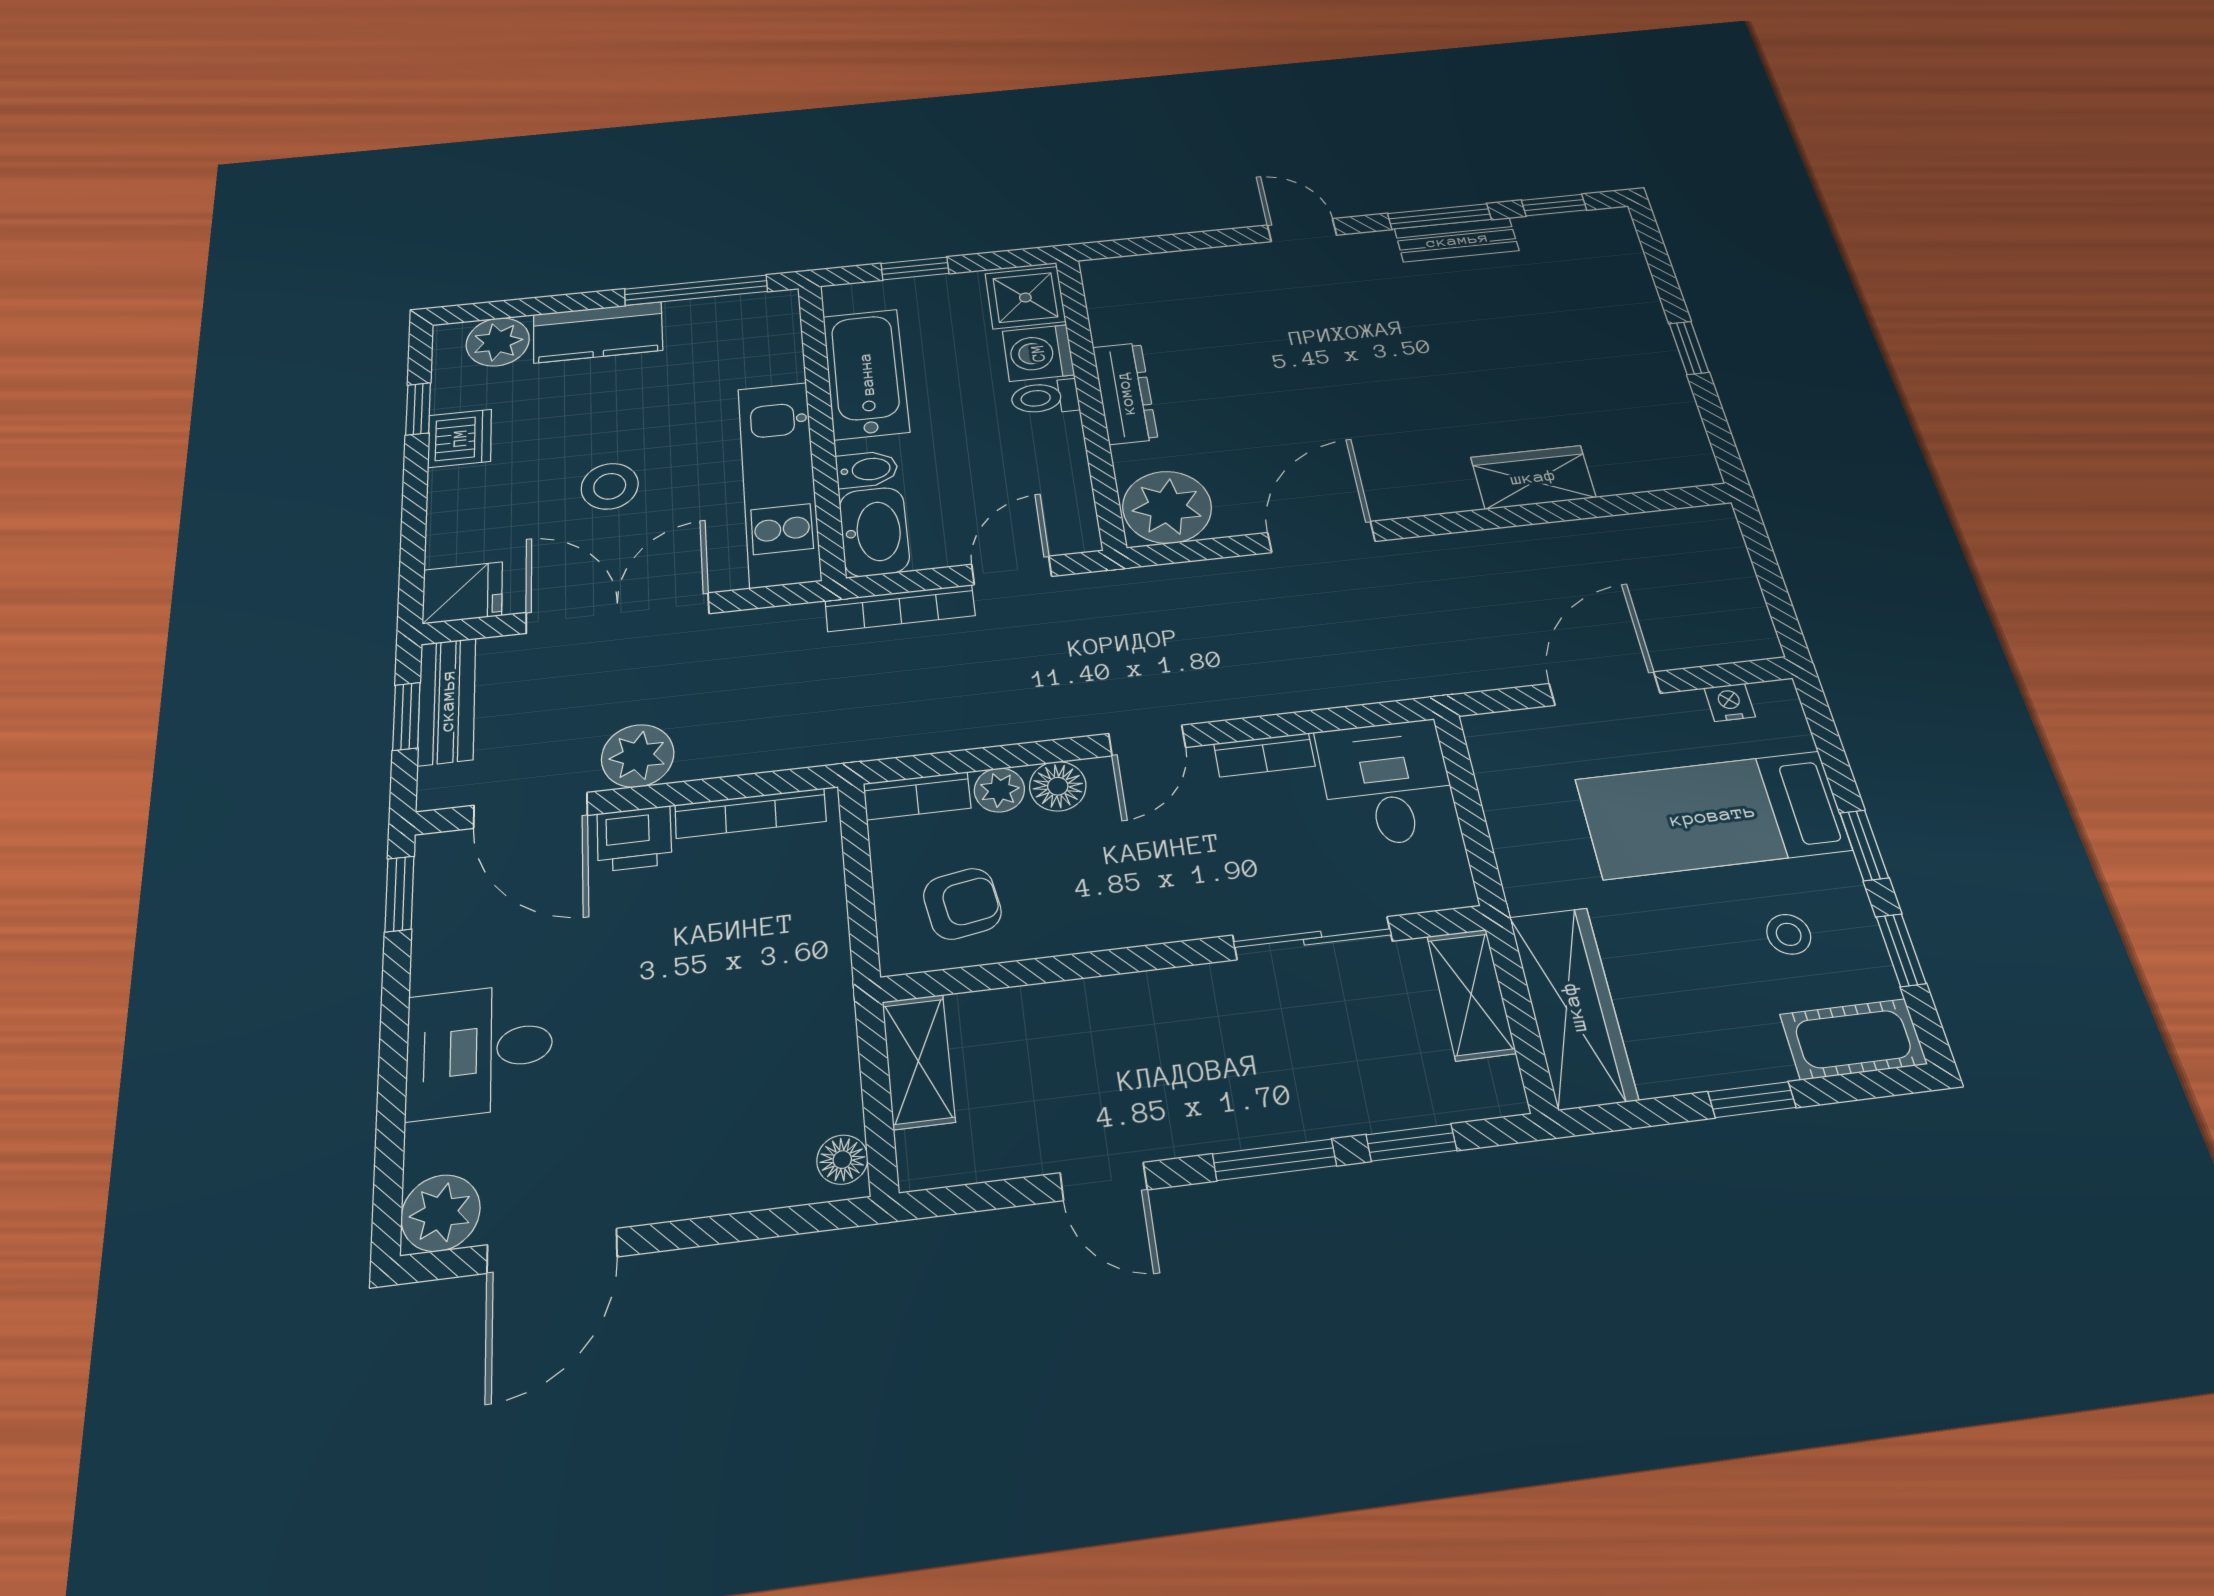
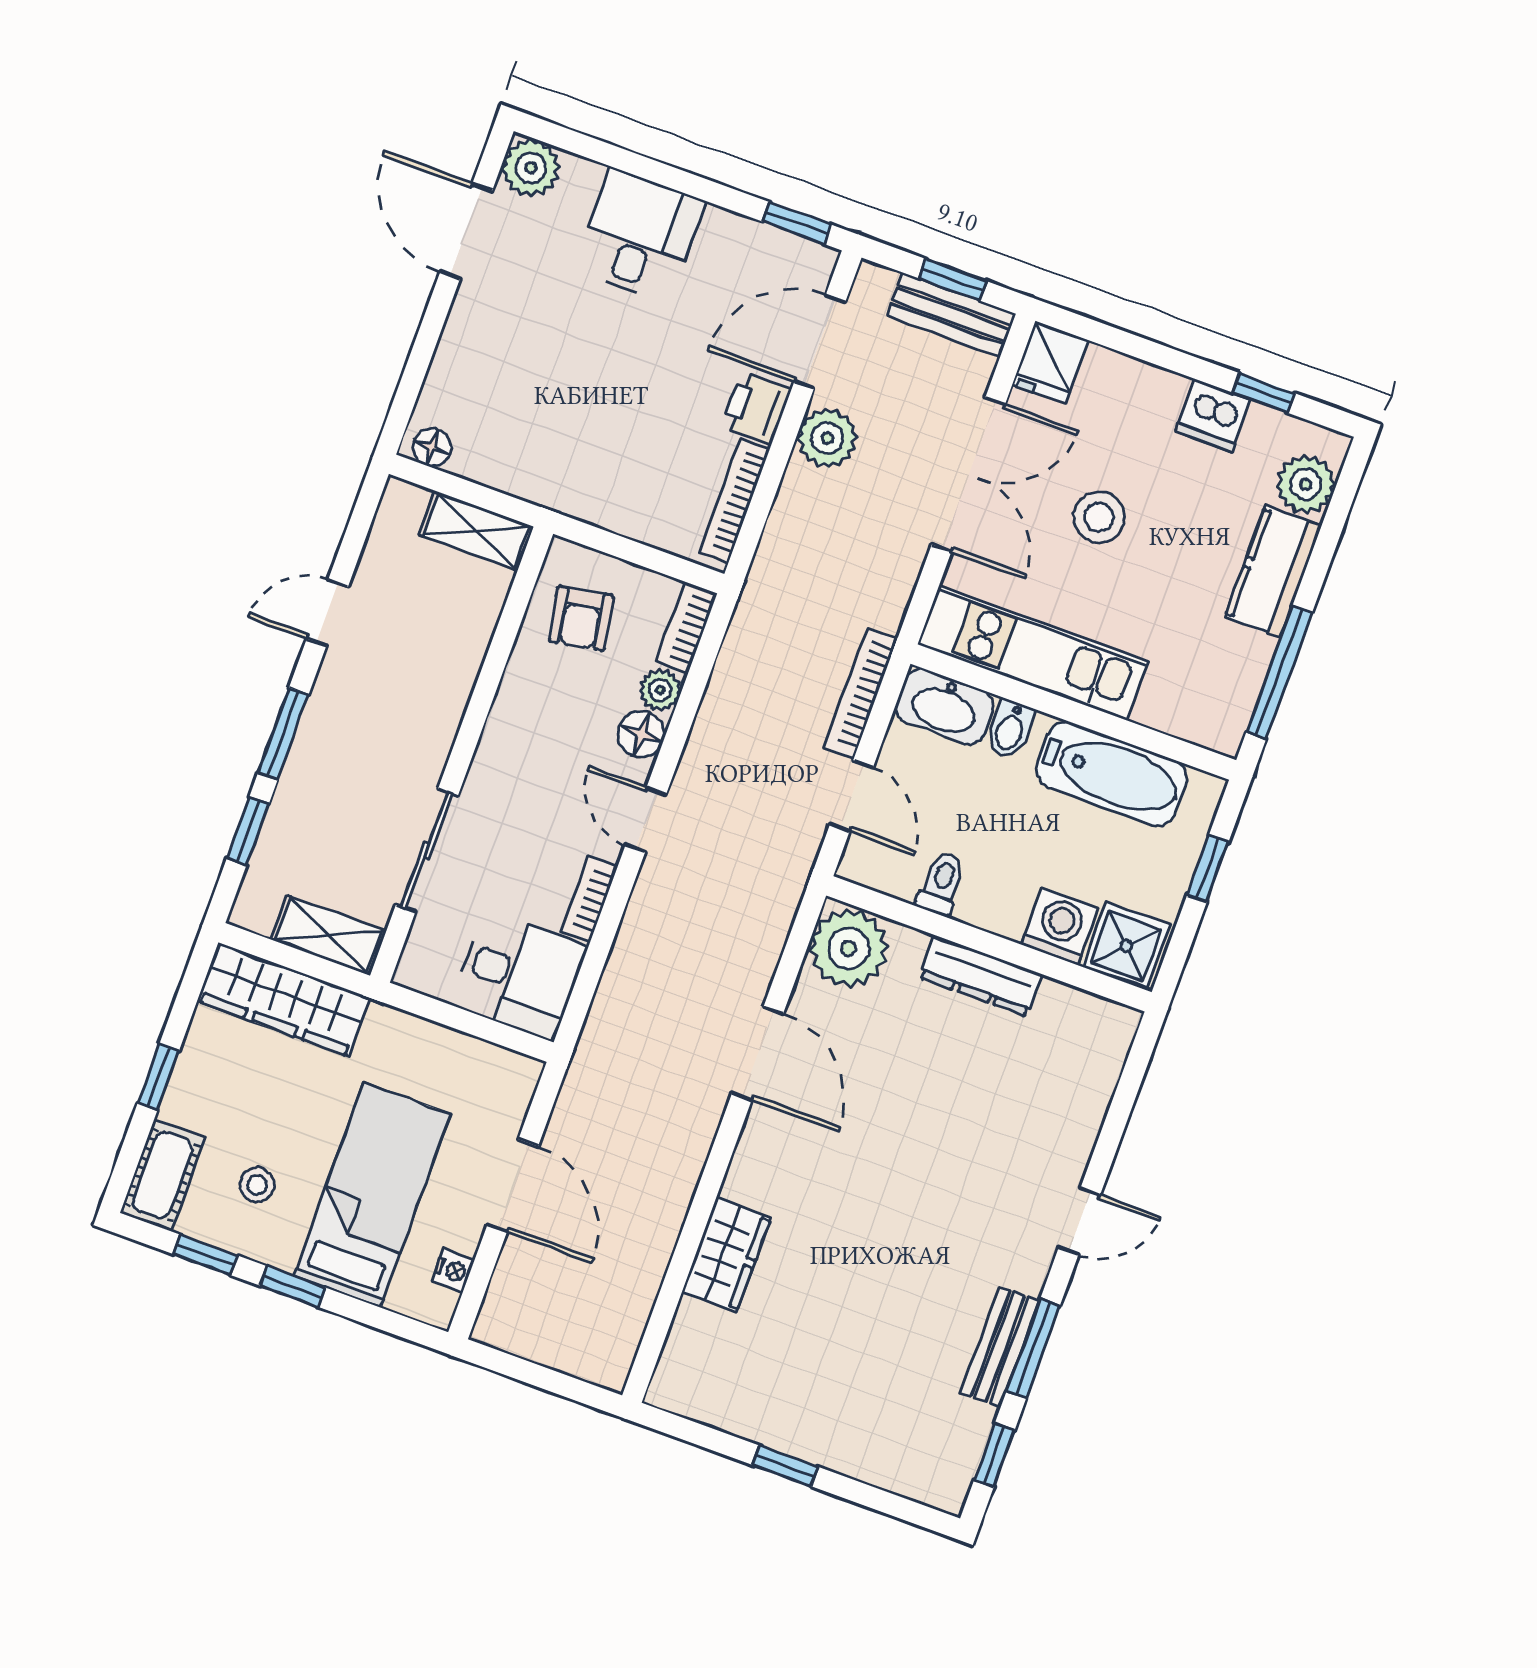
toilet: (1045, 397) -> (941, 883), moved

